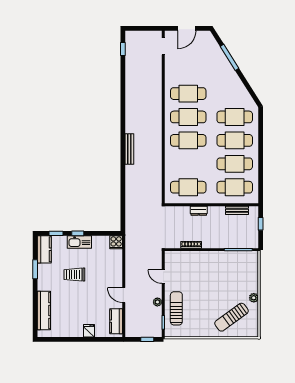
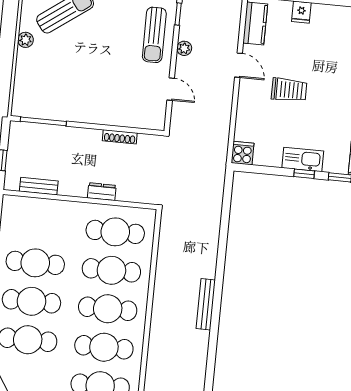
cafe table: (235, 187) -> (111, 270), moved
trolley: (74, 275) -> (289, 90), moved

